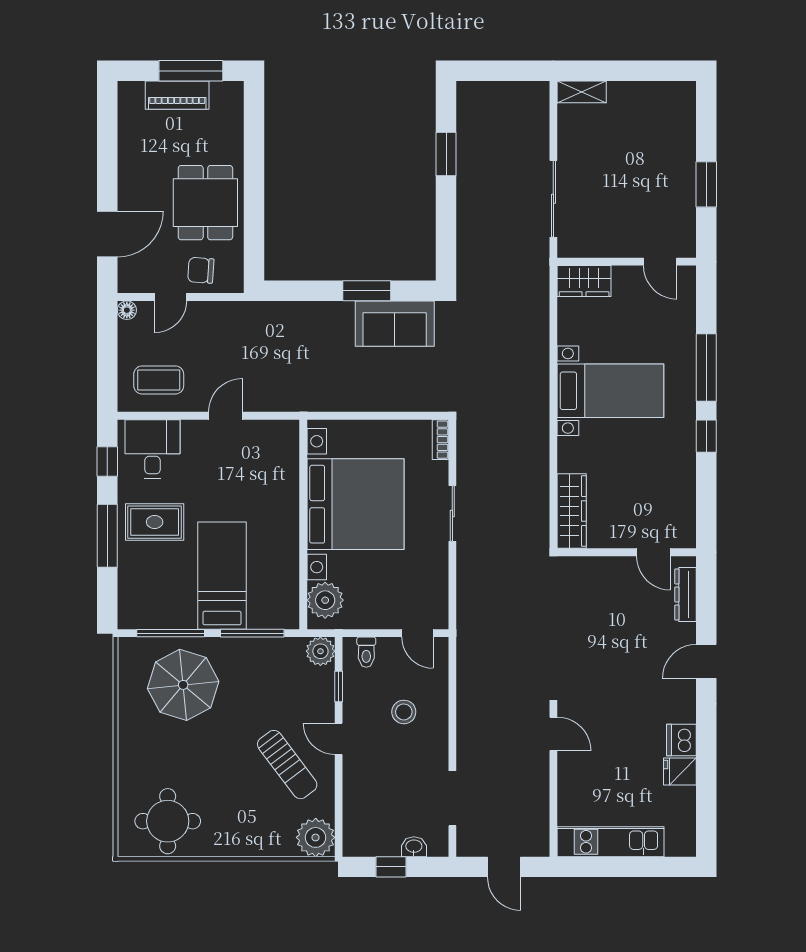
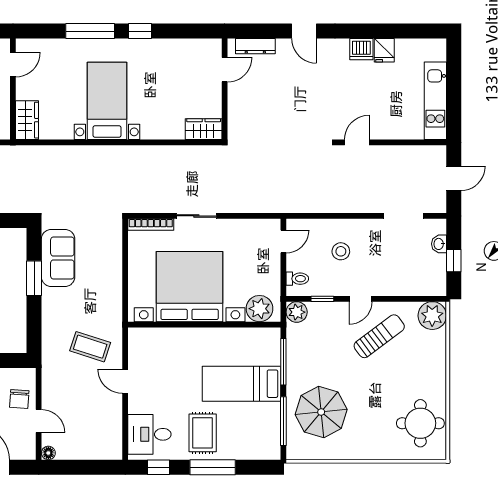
coffee table: (159, 380) -> (90, 347), moved, turned -72
bookcase: (441, 440) -> (151, 225), width x1.56
wardrobe: (572, 511) -> (204, 129), width x0.67

